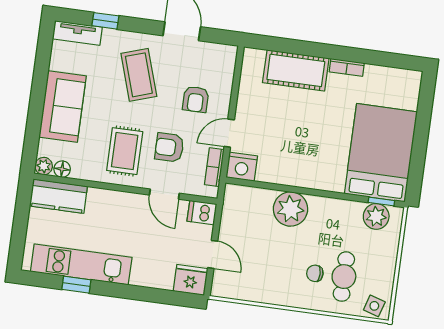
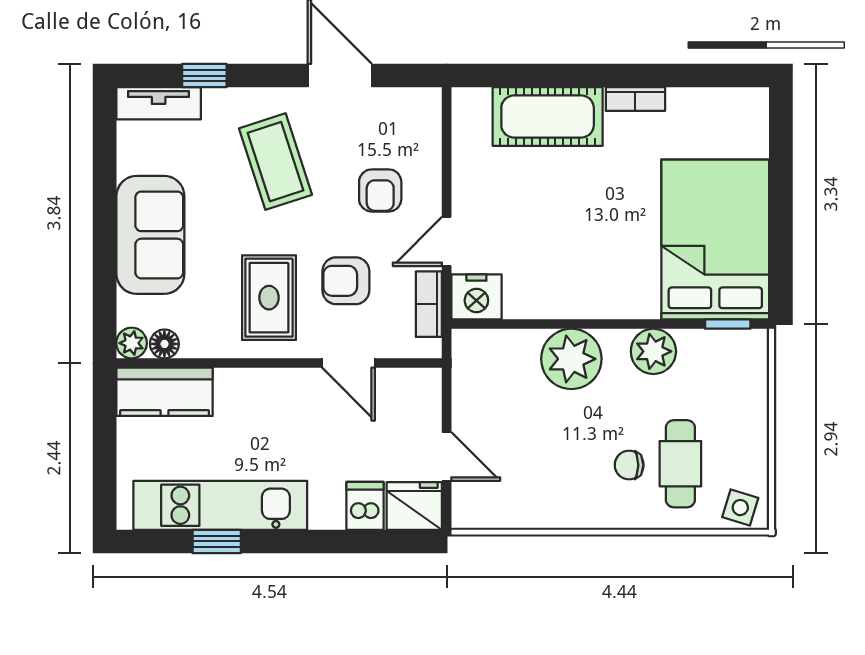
dishwasher: (202, 213) -> (365, 506), moved, turned 90
plant: (376, 216) -> (653, 351), moved

